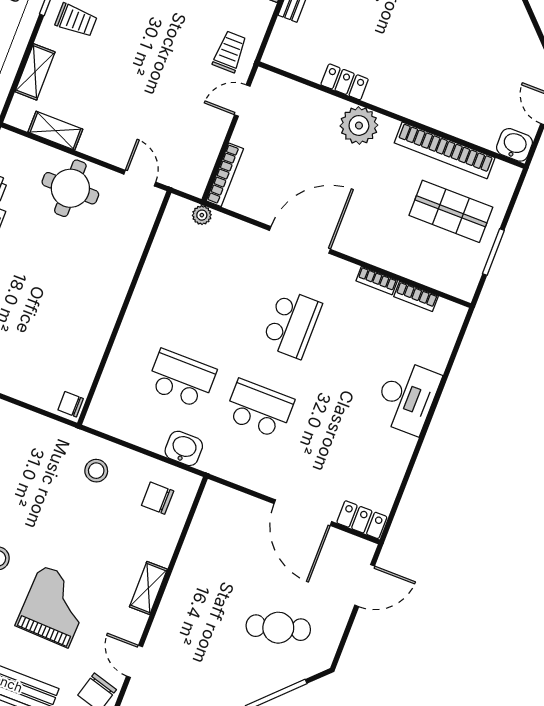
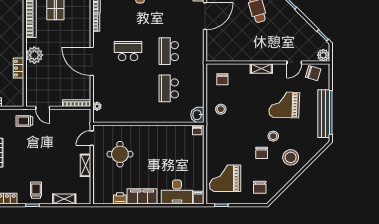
shelving: (55, 131) -> (85, 165), moved
round table: (70, 188) -> (120, 154), moved
washbasin: (184, 448) -> (197, 115), moved

